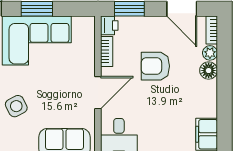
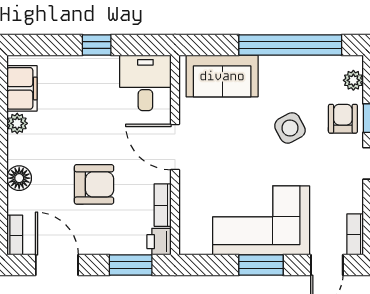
plant: (210, 53) -> (17, 123), moved
door: (98, 93) -> (175, 147), hinge flipped

